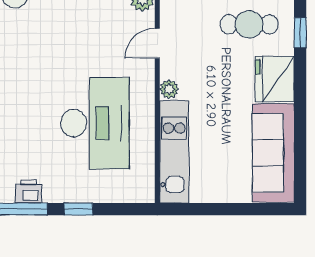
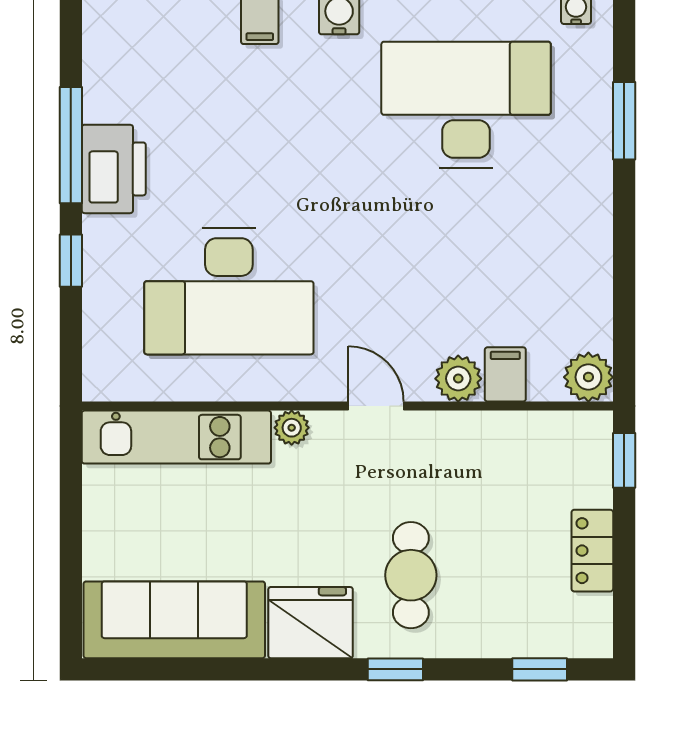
printer: (28, 191) -> (114, 169), width x1.87, depth x1.48

